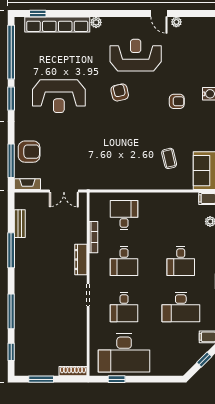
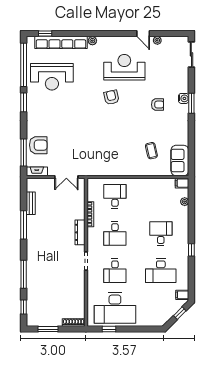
reception desk: (59, 96) -> (52, 77), moved
desk: (181, 261) -> (161, 234), turned 180

